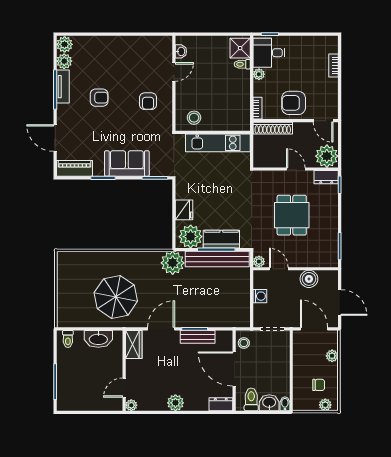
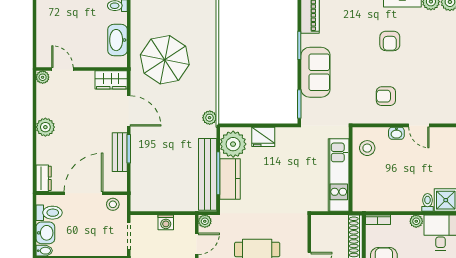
washbasin: (181, 51) -> (396, 133), moved
plant: (173, 263) -> (210, 118), width x0.53, depth x0.53

